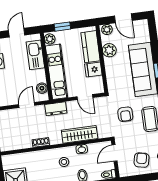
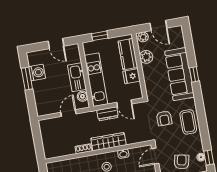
door: (17, 33) -> (56, 44), swing flipped
plant: (50, 39) -> (88, 48), removed
kitchen sink: (35, 55) -> (77, 77), moved
dresser: (56, 109) -> (108, 114), moved
wardrobe: (80, 134) -> (108, 142), moved

